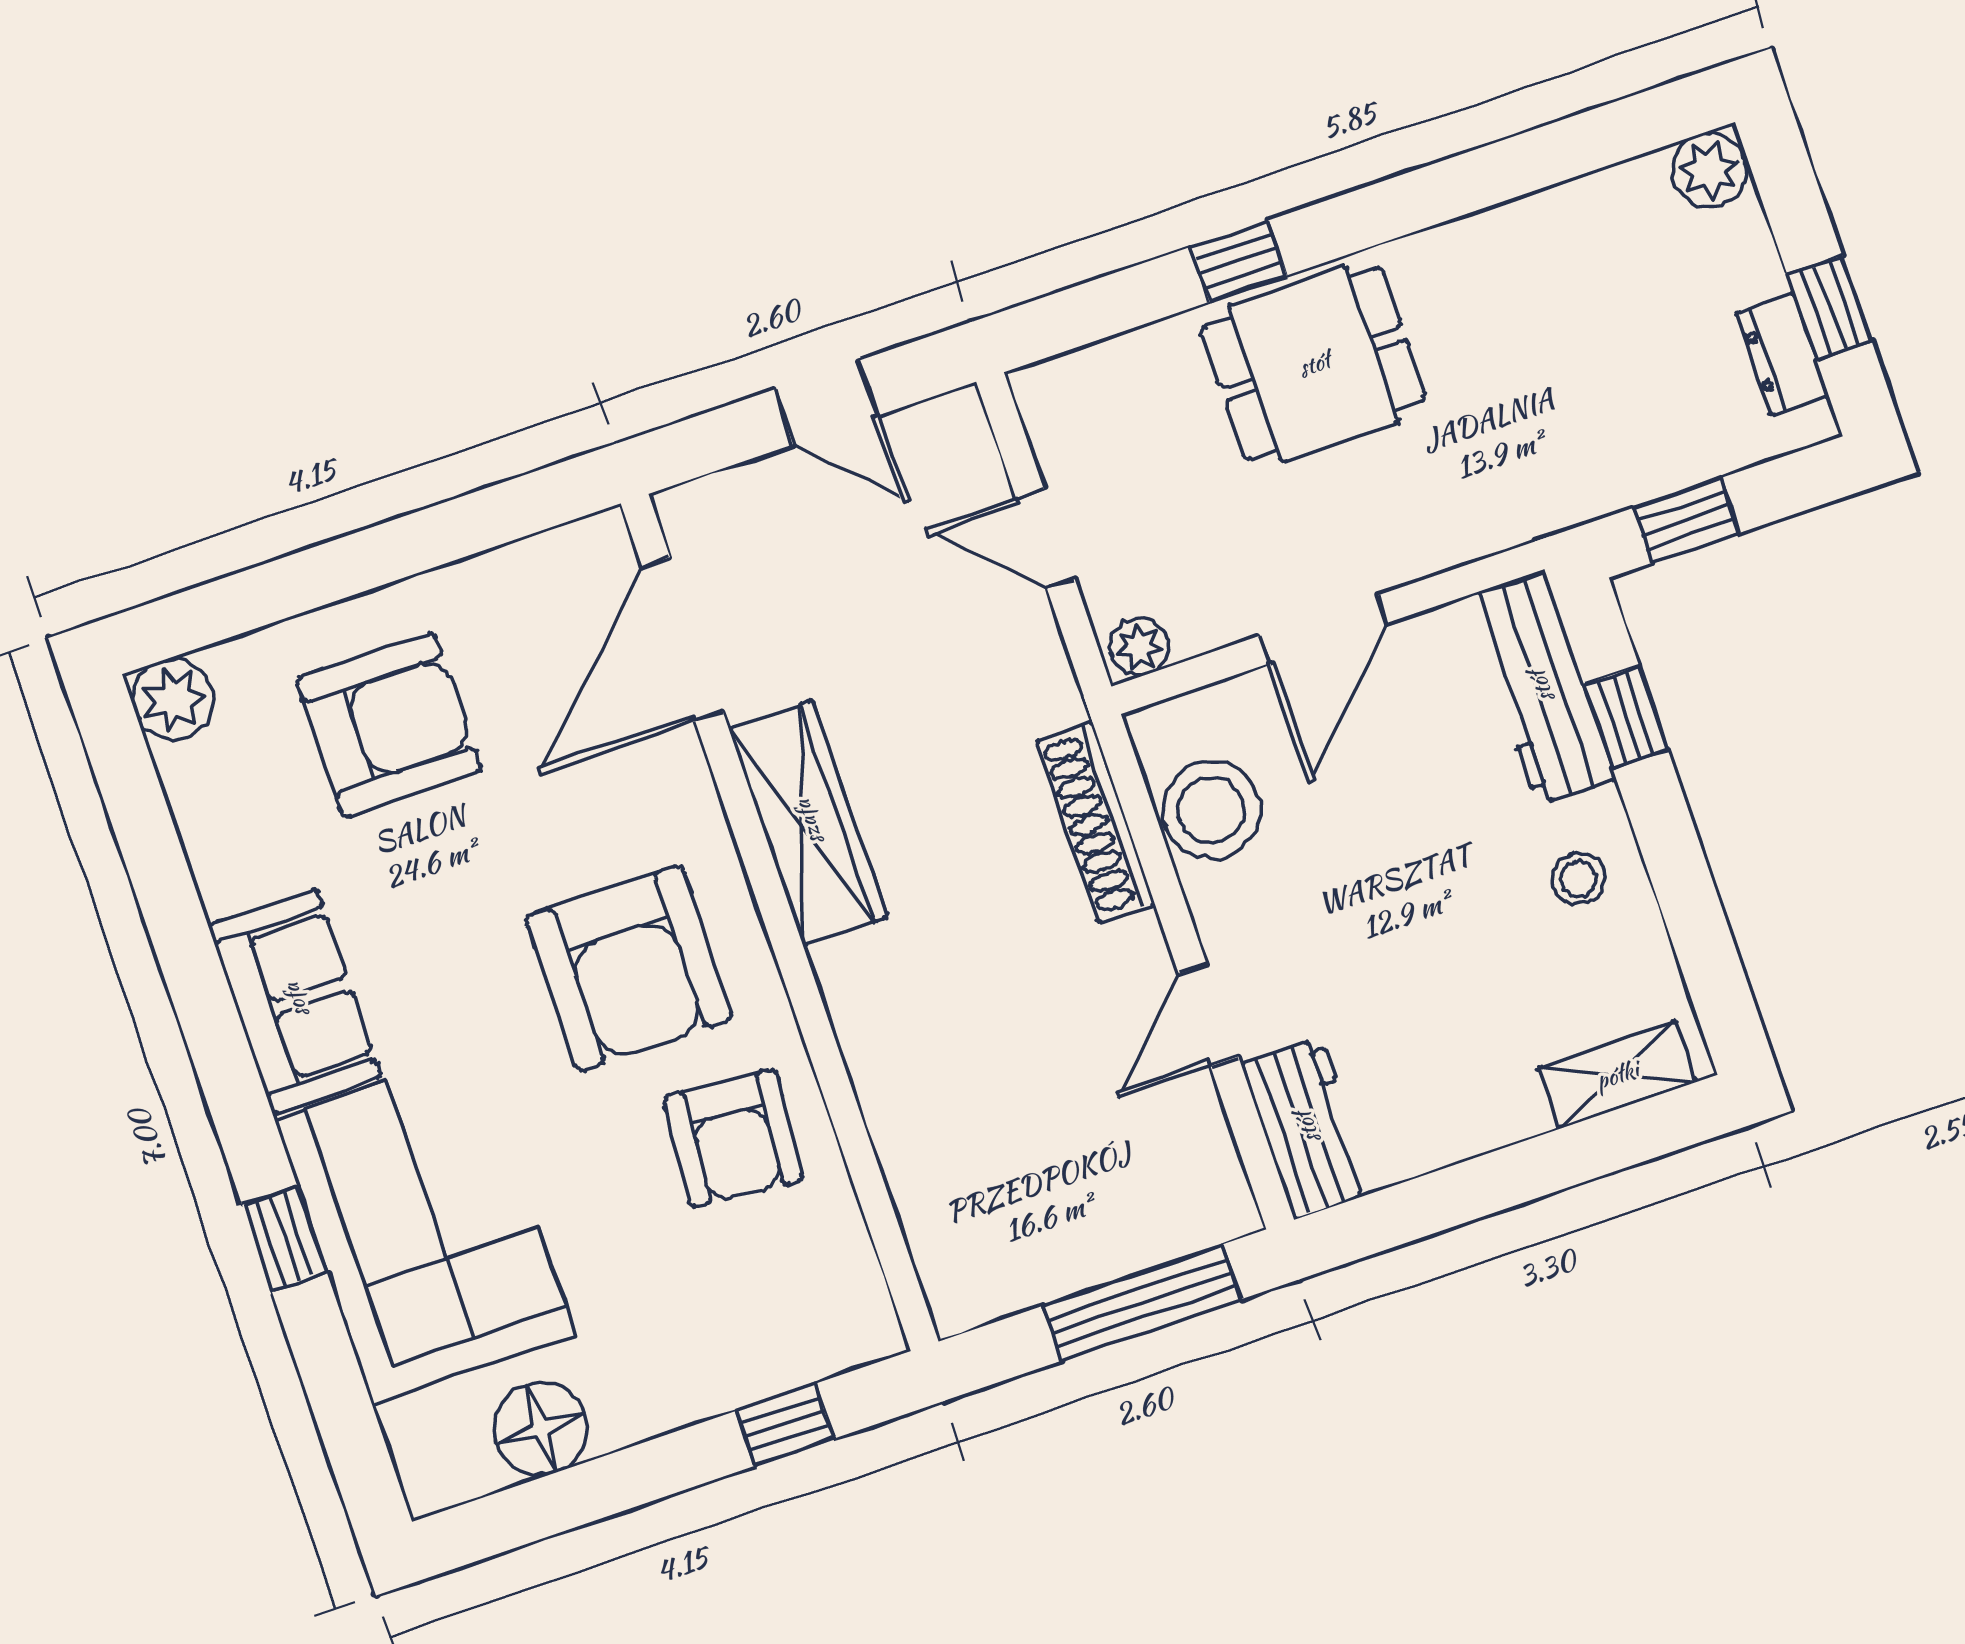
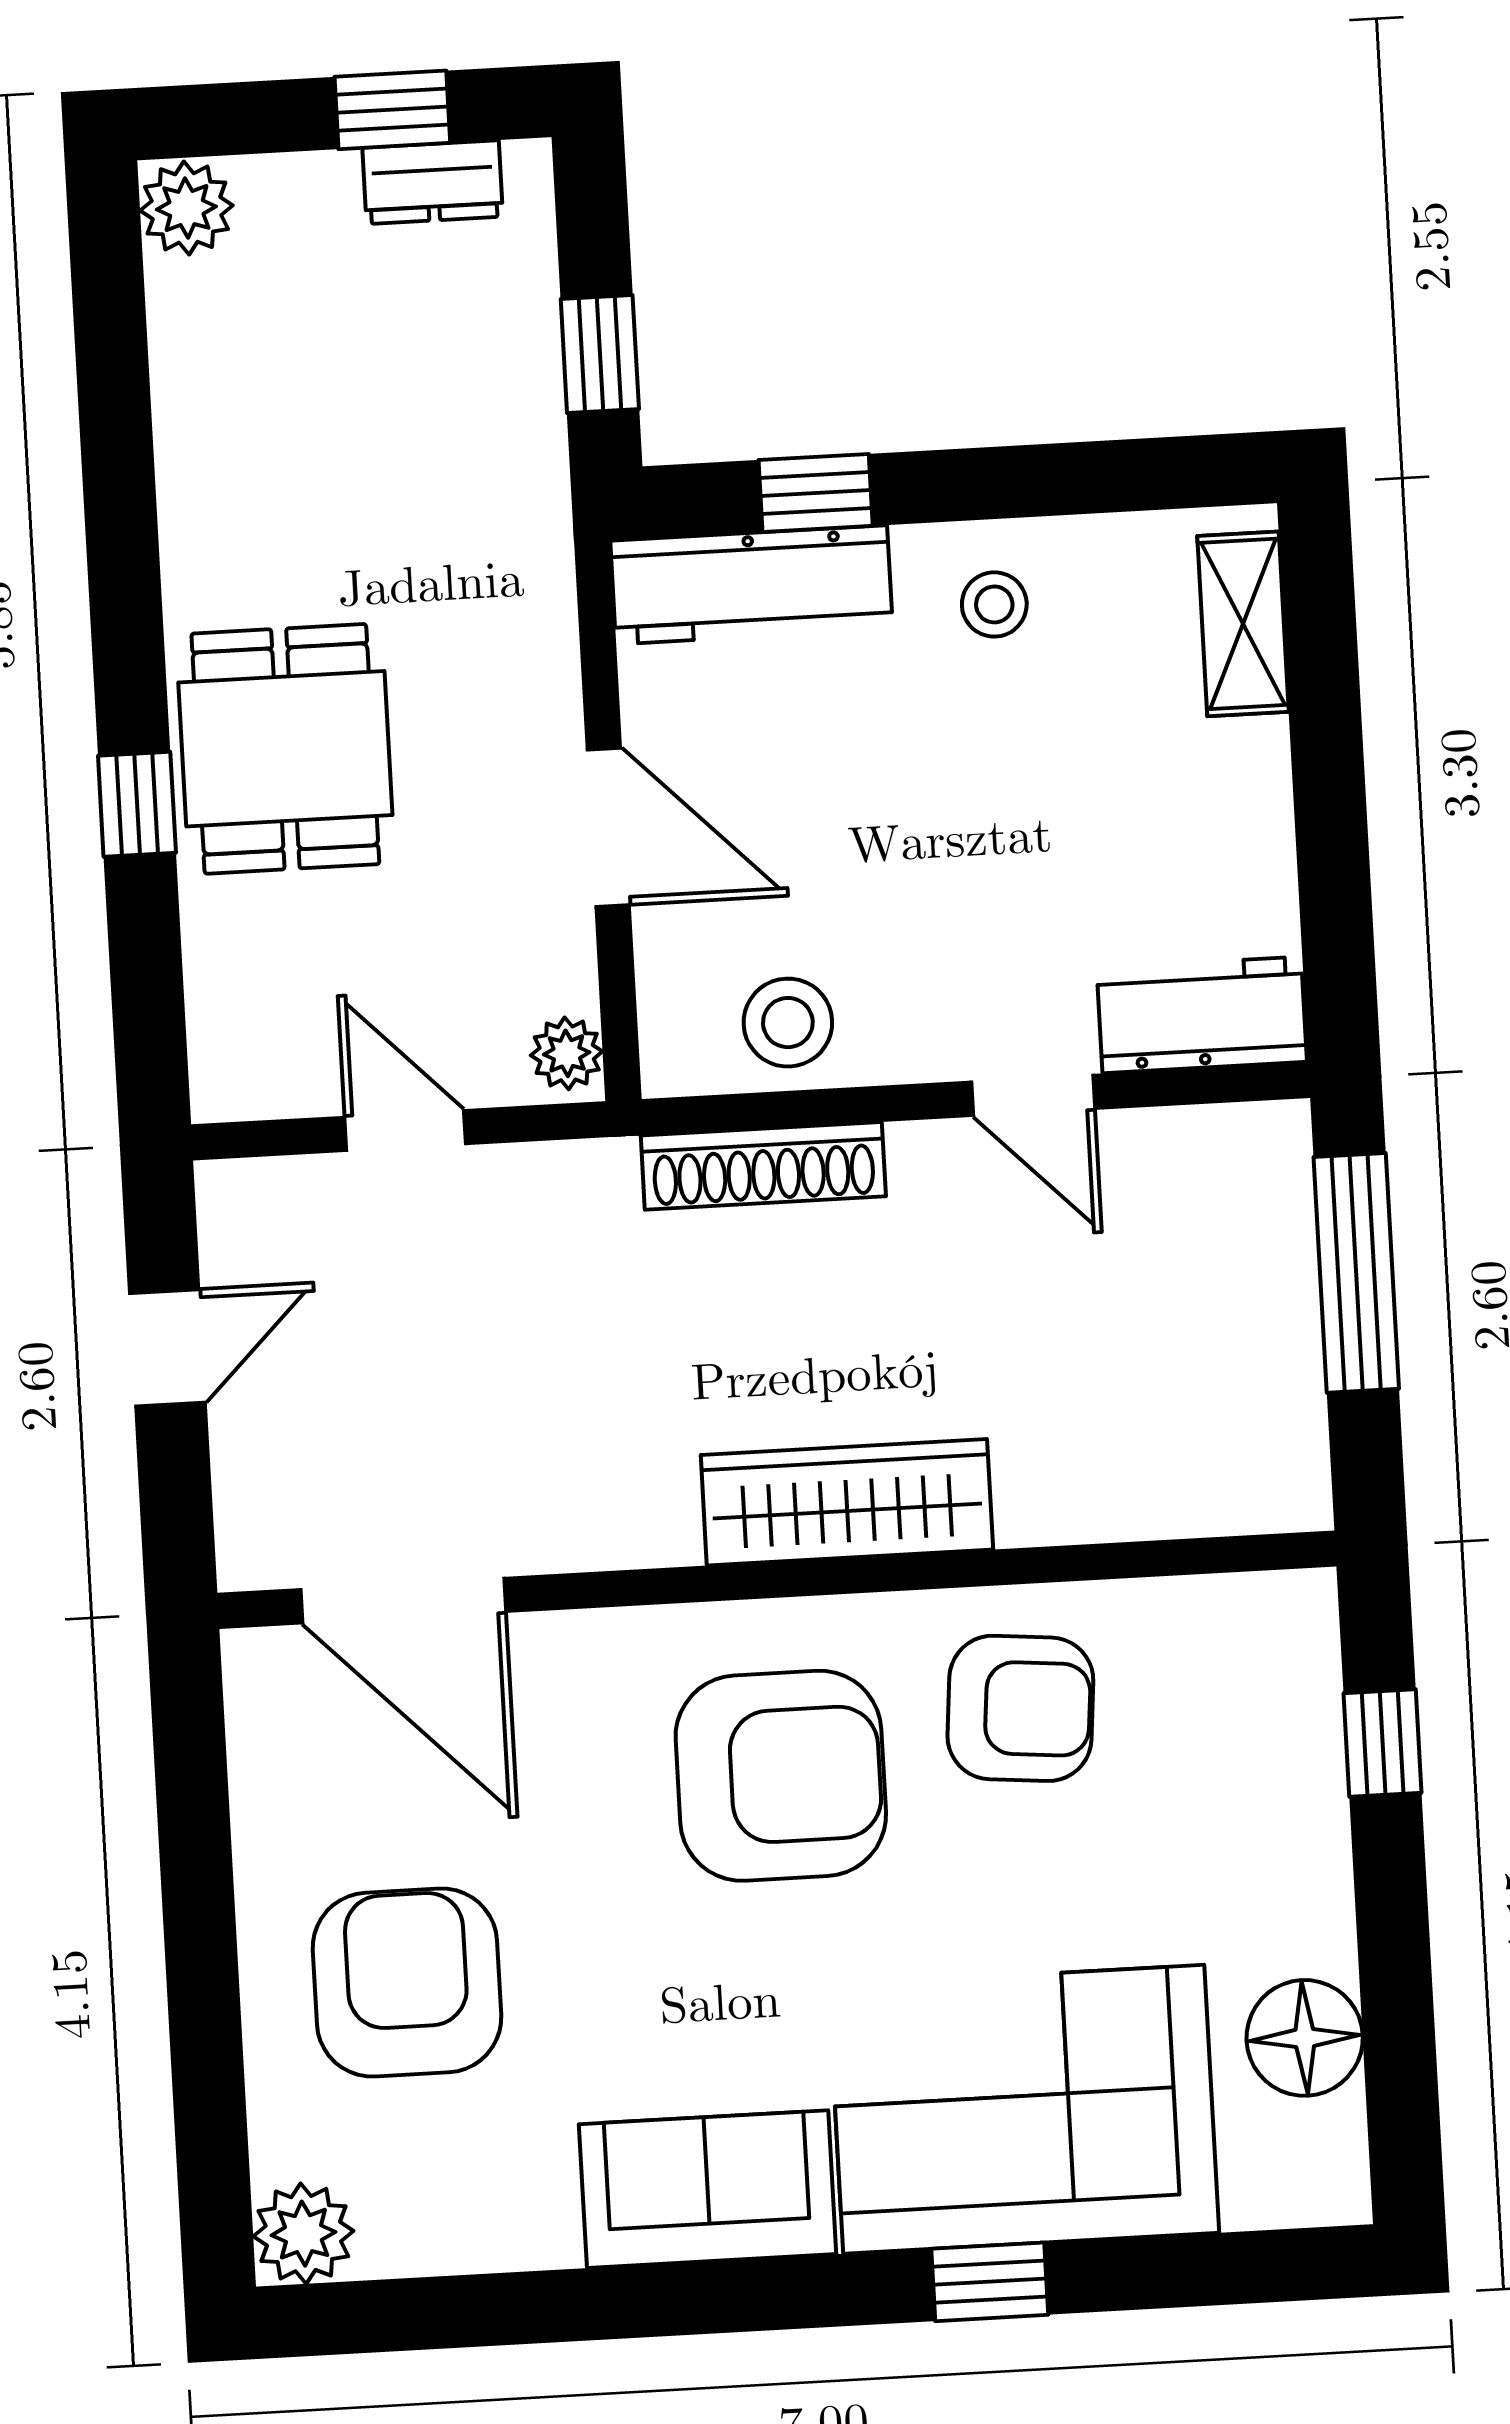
door: (1045, 539) -> (405, 1130), swing flipped
stool: (1211, 810) -> (788, 1023), width x0.73, depth x0.73
wardrobe: (808, 823) -> (847, 1502), moved

